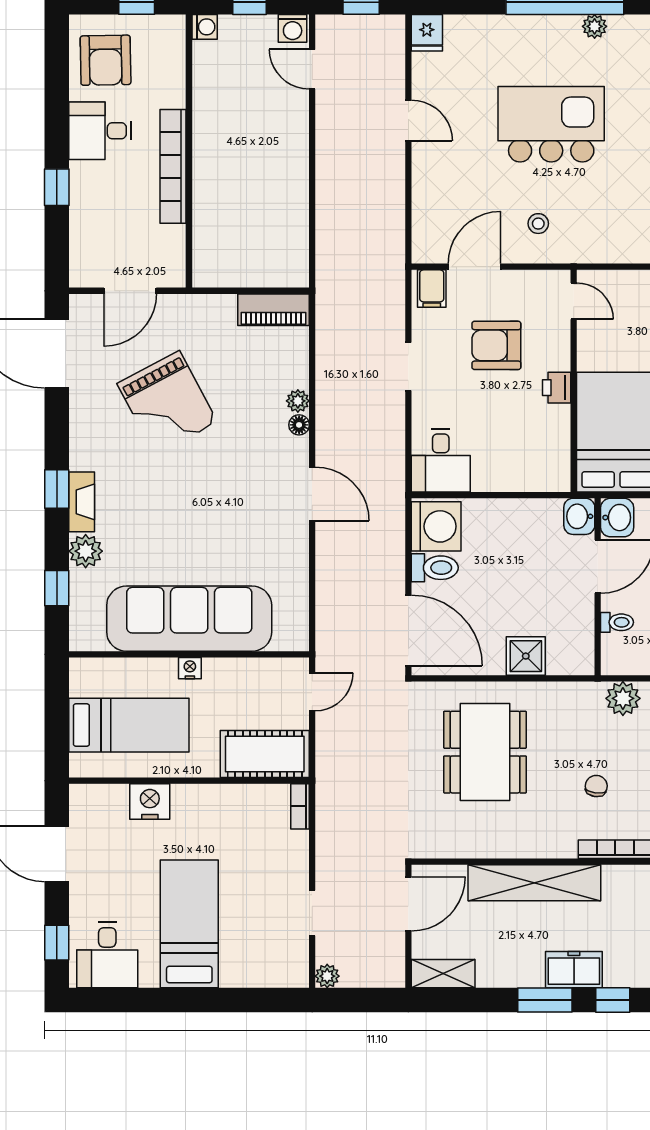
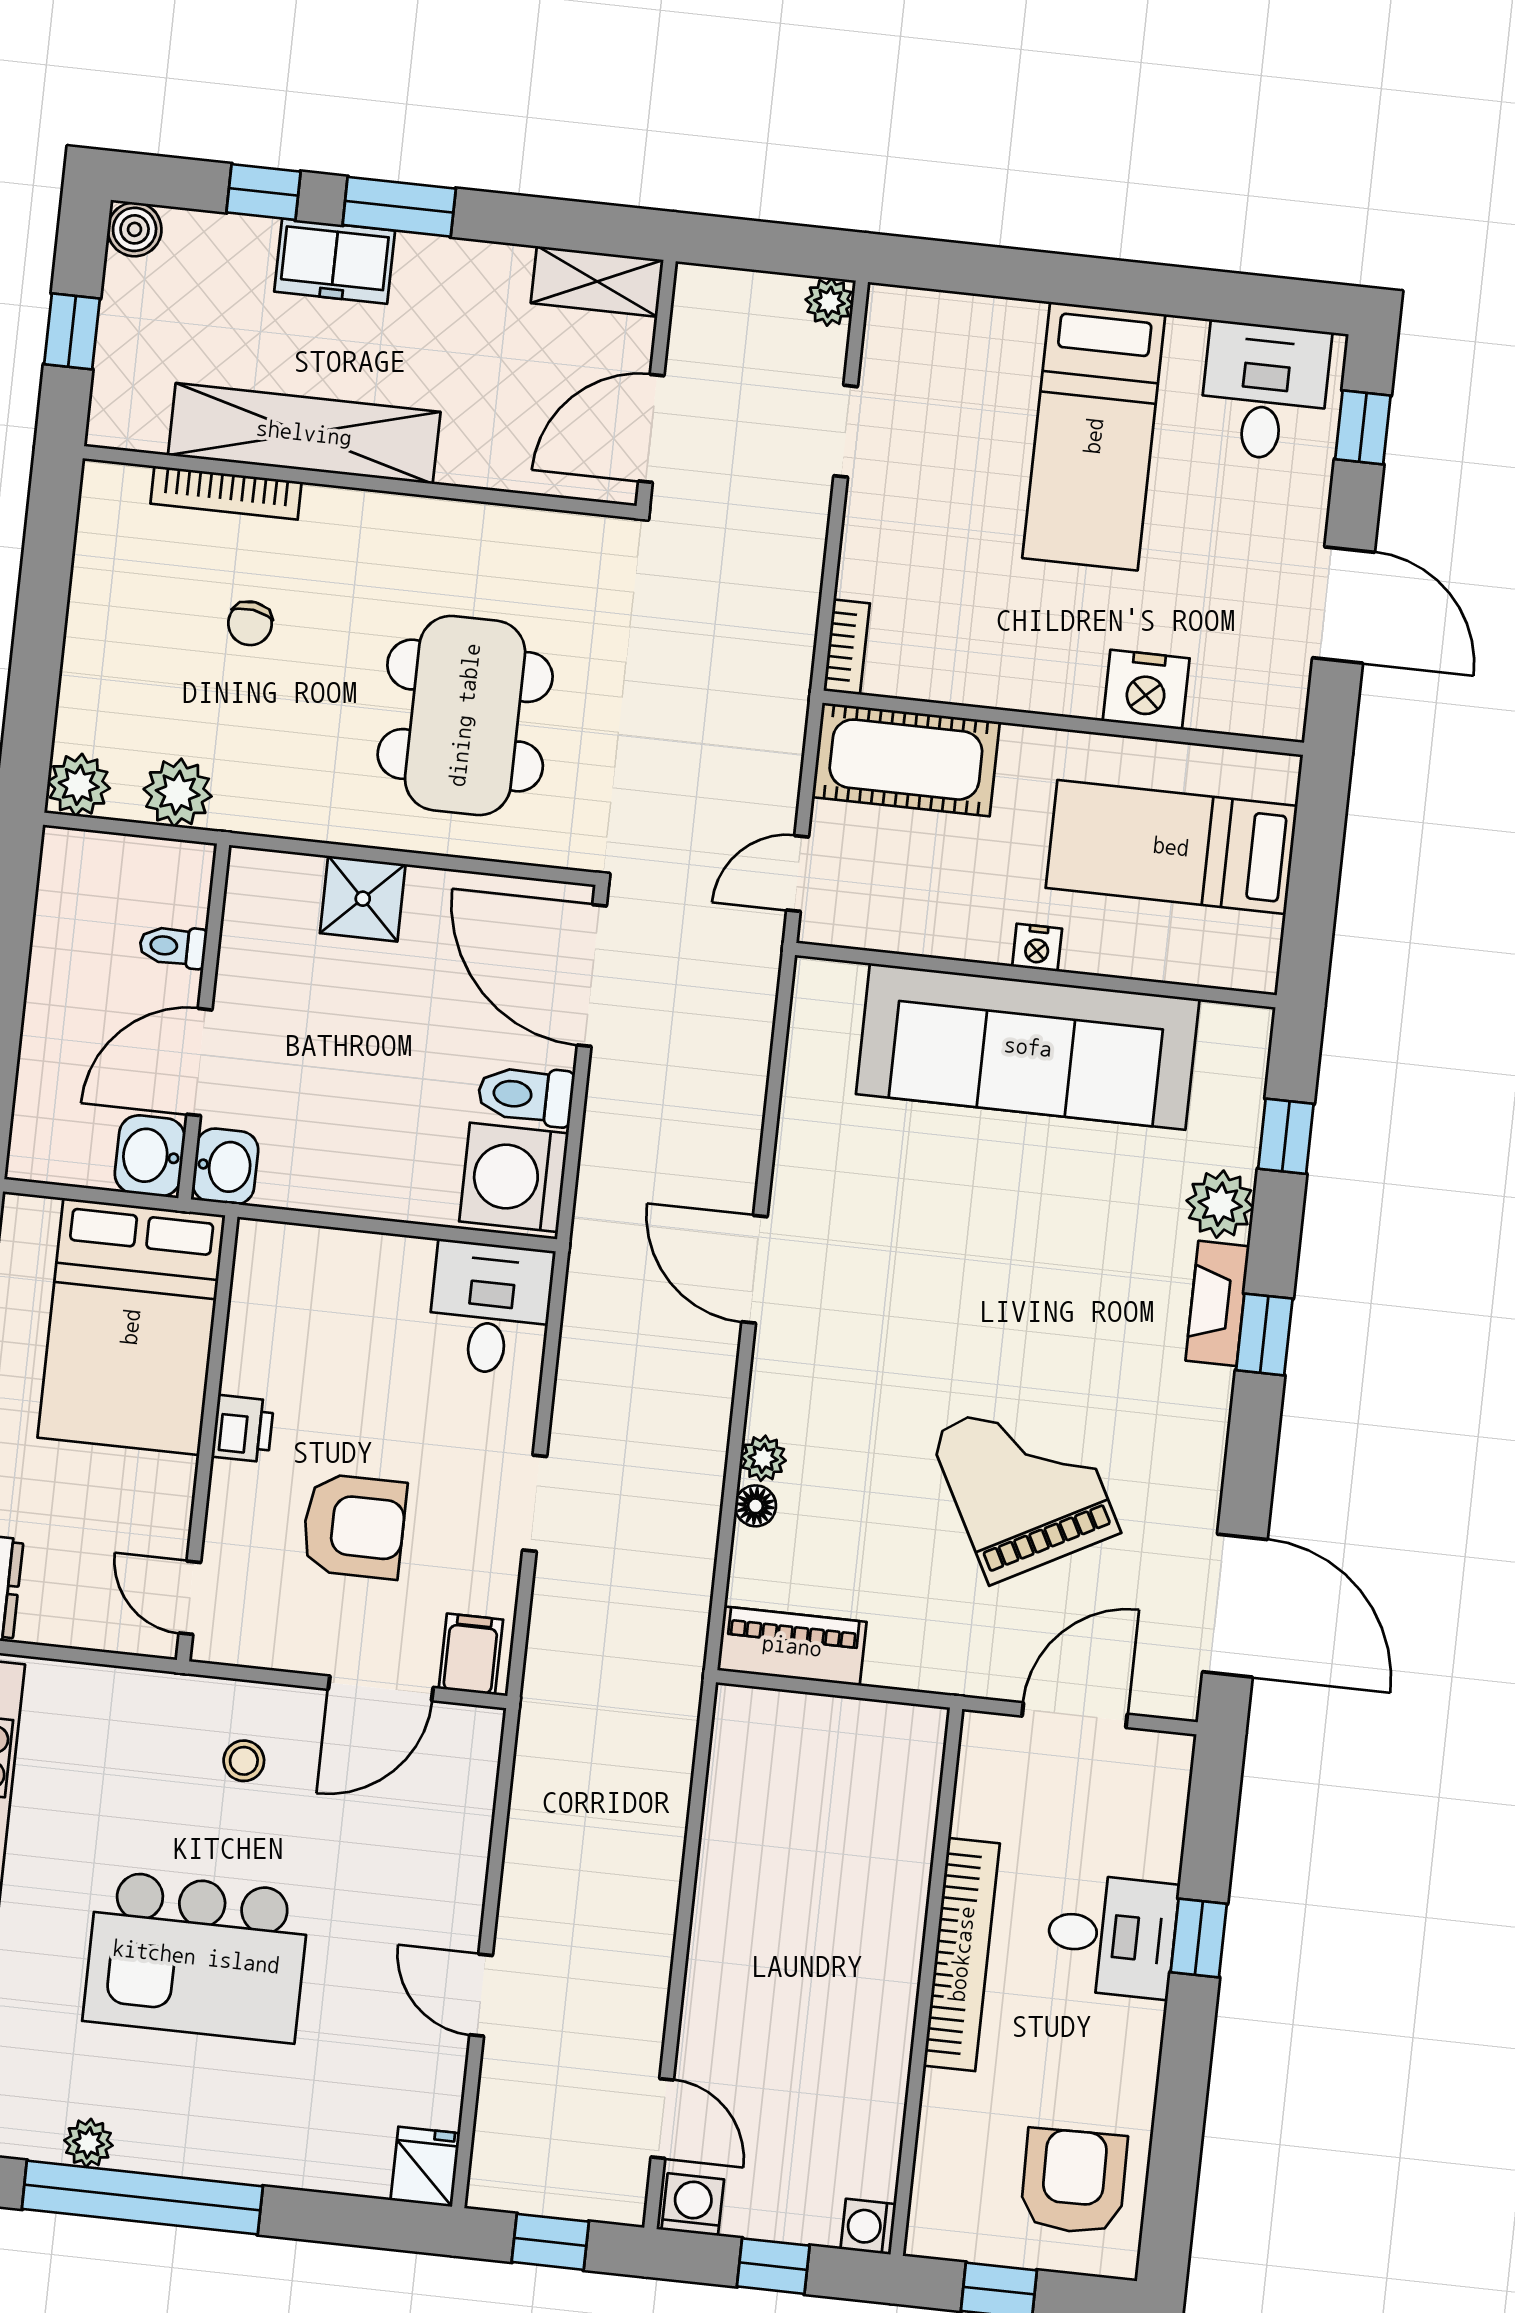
desk: (100, 131) -> (1112, 1936), moved
floor lamp: (299, 425) -> (756, 1506), moved
shelving: (534, 883) -> (304, 433), moved

